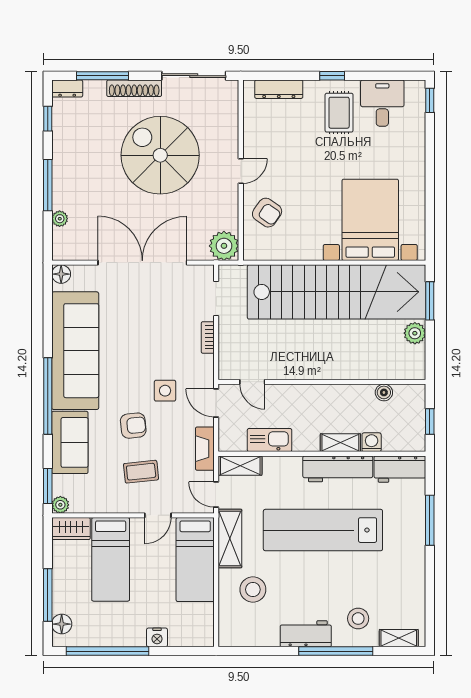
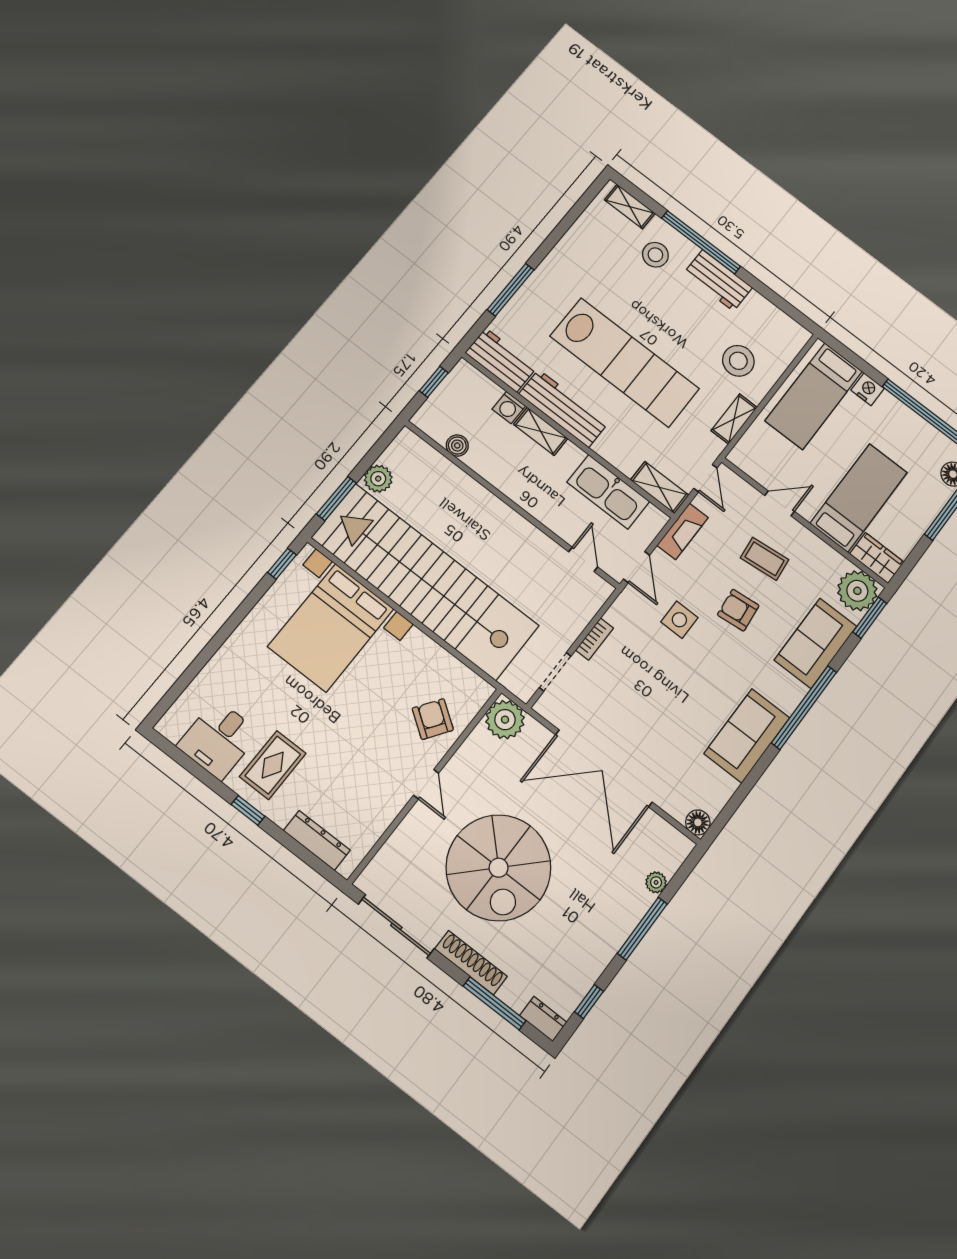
window: (430, 100) -> (282, 564), moved
door: (241, 171) -> (426, 784), swing flipped
sofa: (75, 351) -> (747, 736), width x0.54, depth x0.79
kitchen sink: (270, 440) -> (608, 492), width x1.36, depth x1.24
plant: (60, 505) -> (857, 591), width x1.87, depth x1.87
shelving: (230, 539) -> (734, 419), width x0.67, depth x0.75
bed: (195, 560) -> (814, 396), moved, turned 180

